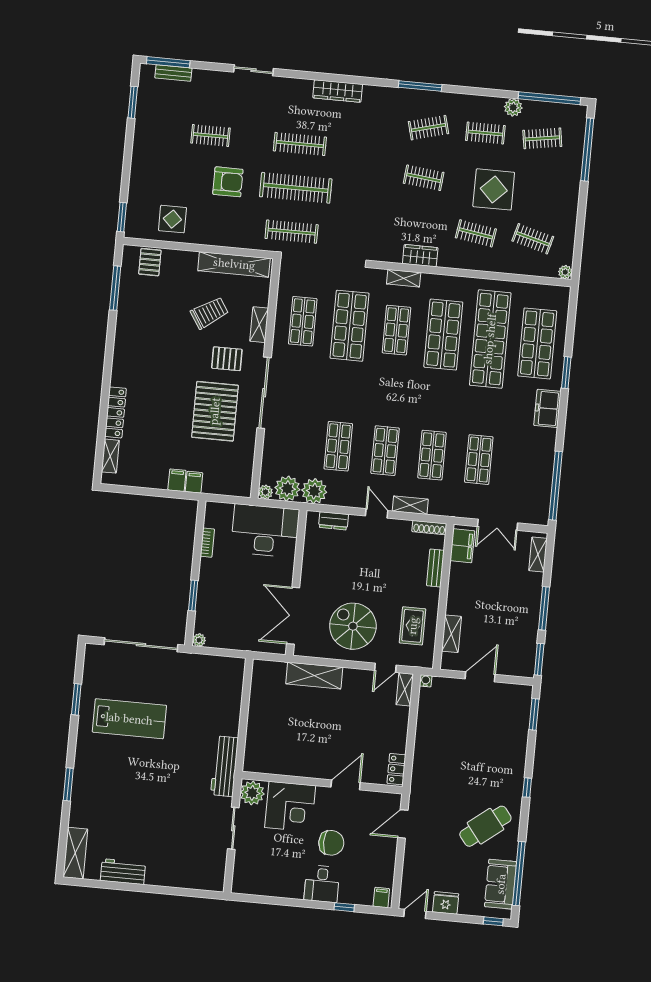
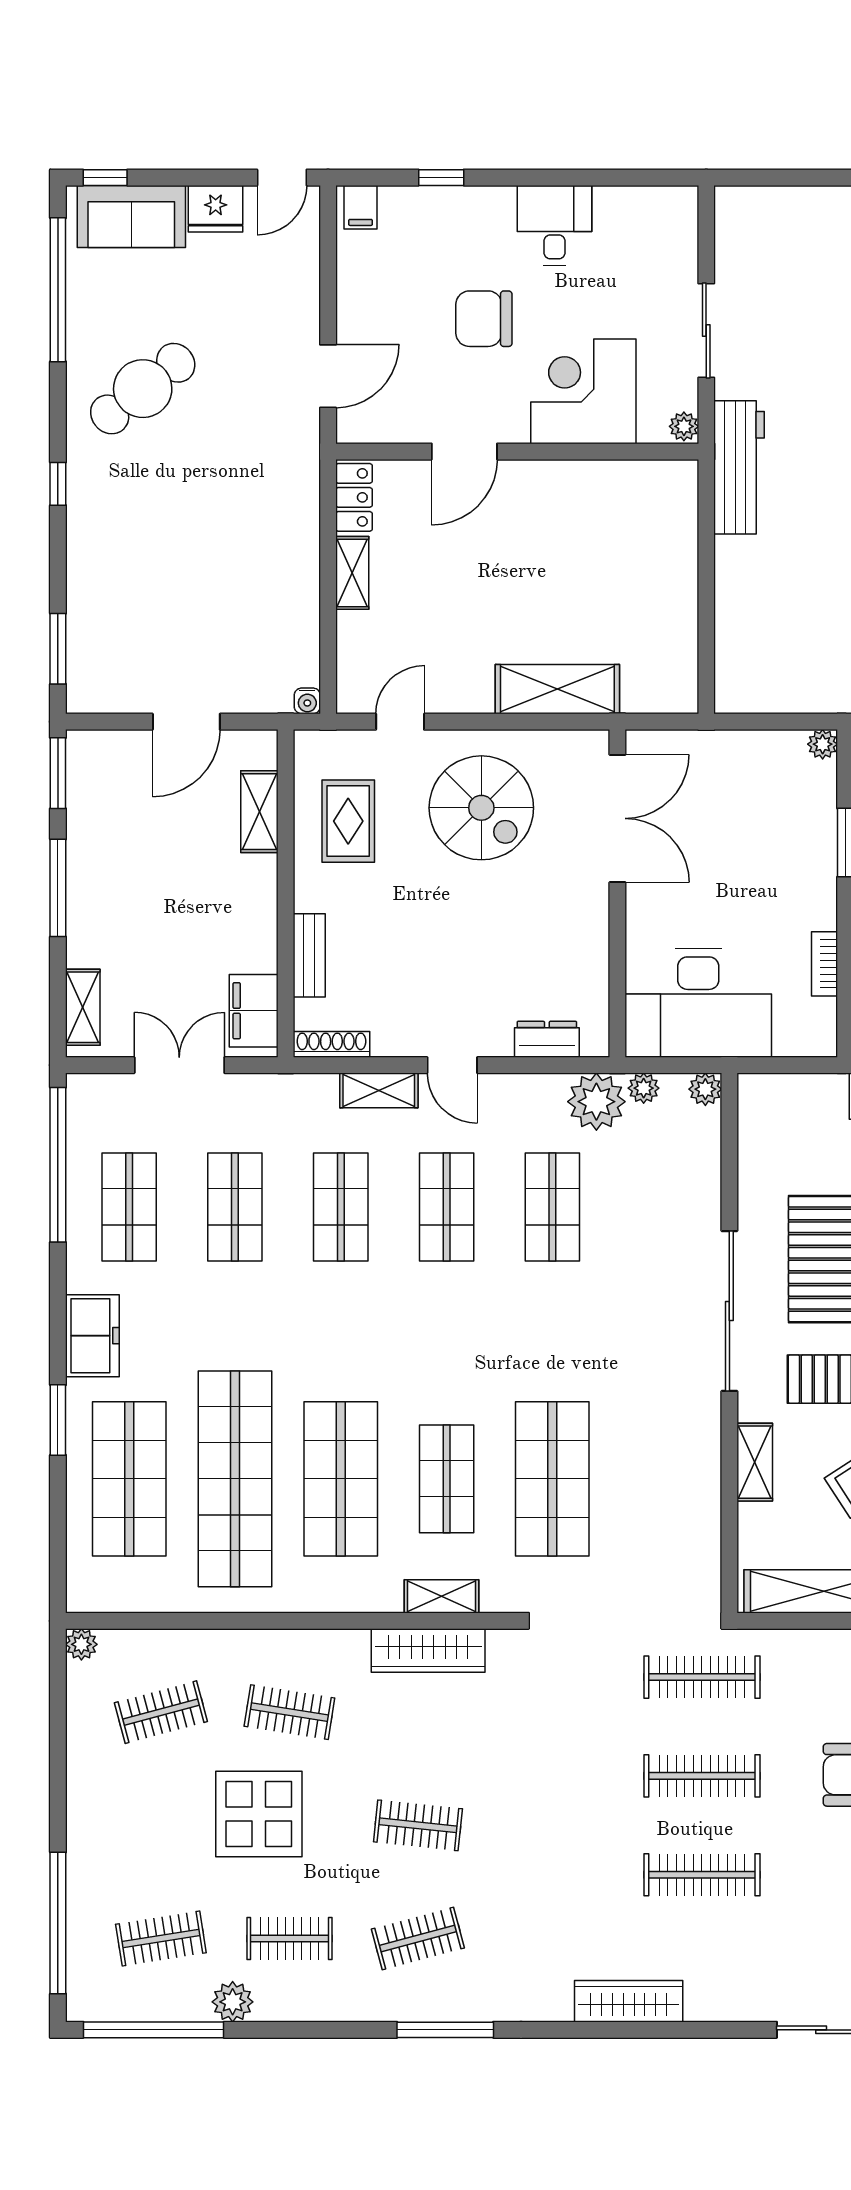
clothes rail: (296, 188) -> (702, 1776), width x0.73, depth x0.76
clothes rail: (533, 239) -> (161, 1712), turned -30
wardrobe: (420, 256) -> (428, 1650), width x1.50
shop shelf: (303, 321) -> (129, 1207), moved
plant: (287, 489) -> (644, 1088), width x0.53, depth x0.53
shelving: (405, 689) -> (352, 573), moved
plant: (252, 793) -> (684, 426), width x0.53, depth x0.53
desk: (322, 884) -> (554, 225), moved
sofa: (501, 884) -> (131, 216), moved, turned 90

